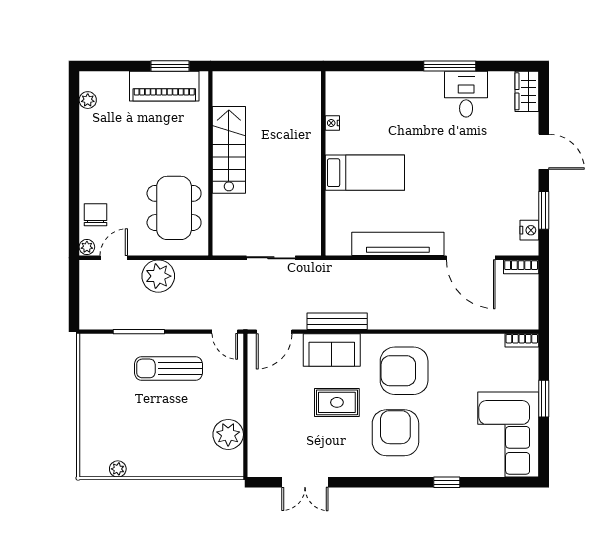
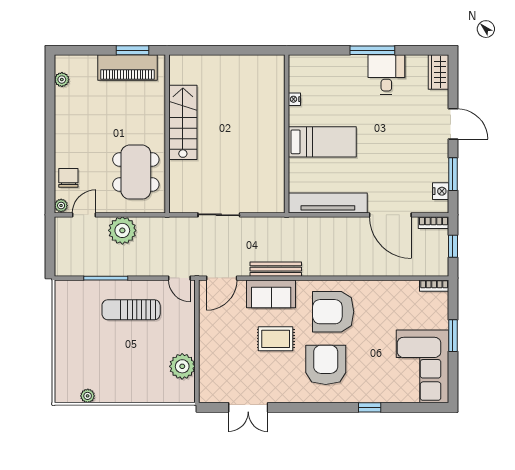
nightstand: (332, 123) -> (294, 99), moved
wall: (323, 163) -> (287, 134), moved
bed: (365, 173) -> (322, 142), moved
window: (544, 294) -> (453, 246), added

